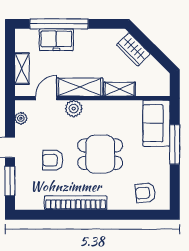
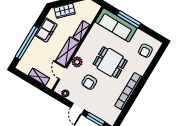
freezer: (56, 40) -> (46, 30), moved
sofa: (156, 123) -> (116, 25), width x1.36
dining table: (100, 154) -> (110, 62), turned 90
armchair: (53, 160) -> (89, 82), moved

